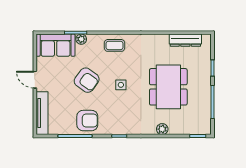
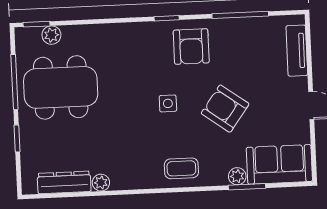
plant: (163, 39) -> (101, 183), added
dining table: (168, 87) -> (61, 87), moved, turned 90
tv unit: (42, 113) -> (297, 51), width x0.71
armchair: (87, 121) -> (191, 47), moved, turned -90
plant: (162, 129) -> (51, 35), moved

